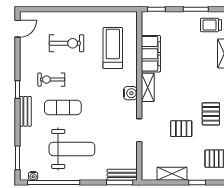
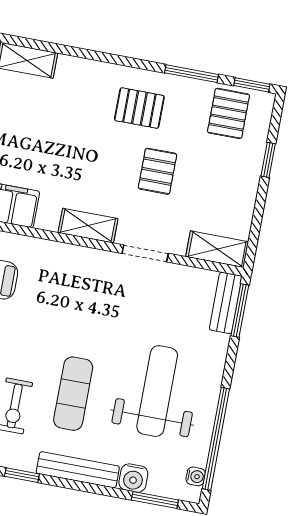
shelving: (148, 87) -> (88, 226), moved
water cooler: (130, 93) -> (133, 478), moved, turned 180
bench: (25, 111) -> (78, 470), width x1.36
shelving: (172, 174) -> (217, 249), moved, turned 90

